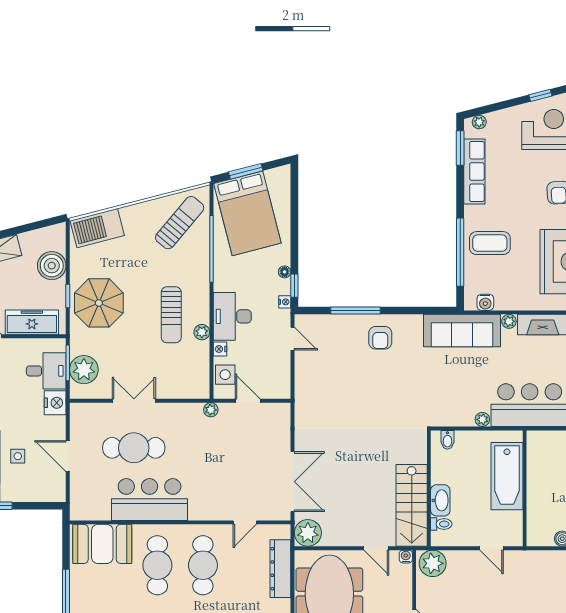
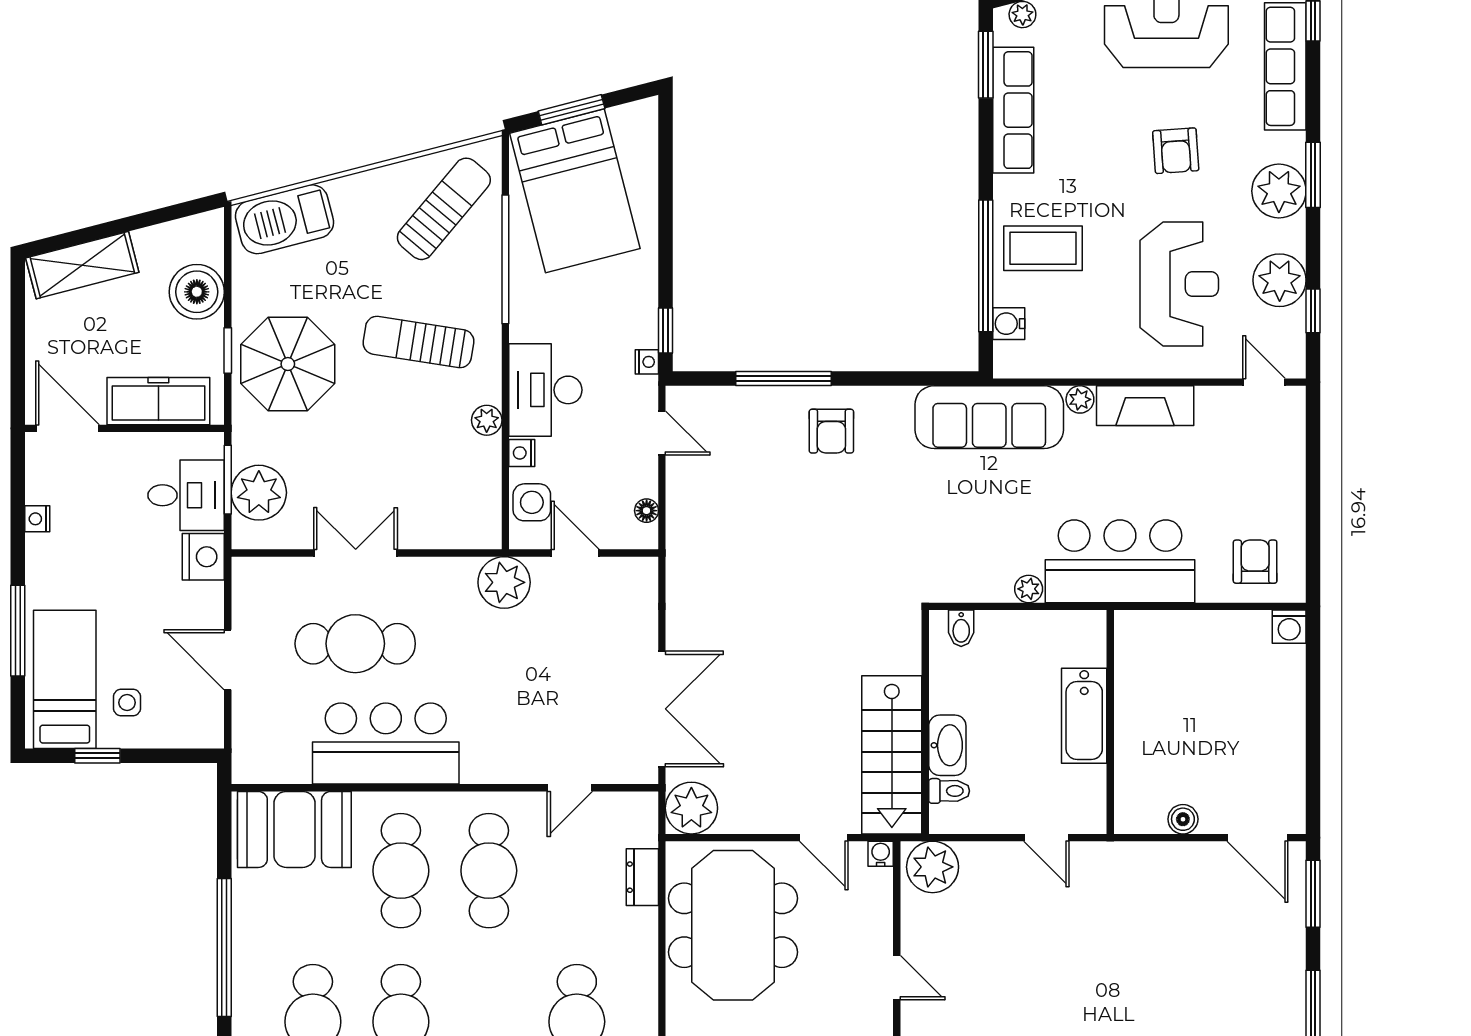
floor lamp: (285, 272) -> (647, 511), moved
water cooler: (485, 302) -> (1009, 324), moved, turned 90
sun lounger: (171, 315) -> (418, 342), moved, turned 99
plant: (211, 410) -> (504, 582), width x1.87, depth x1.87
side table: (18, 456) -> (127, 703), moved
bathtub: (507, 476) -> (1084, 716), width x0.73, depth x0.73
dresser: (280, 569) -> (642, 877), width x0.51, depth x0.80

